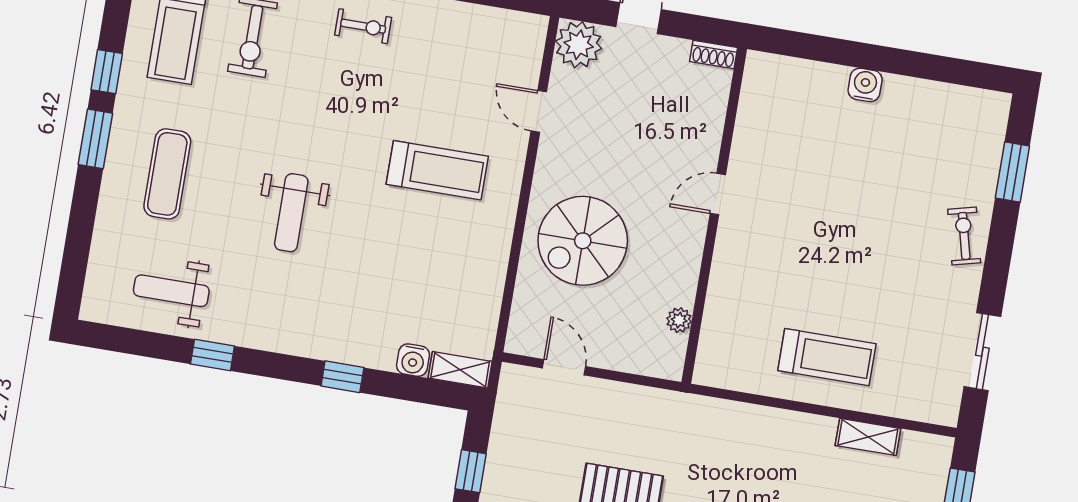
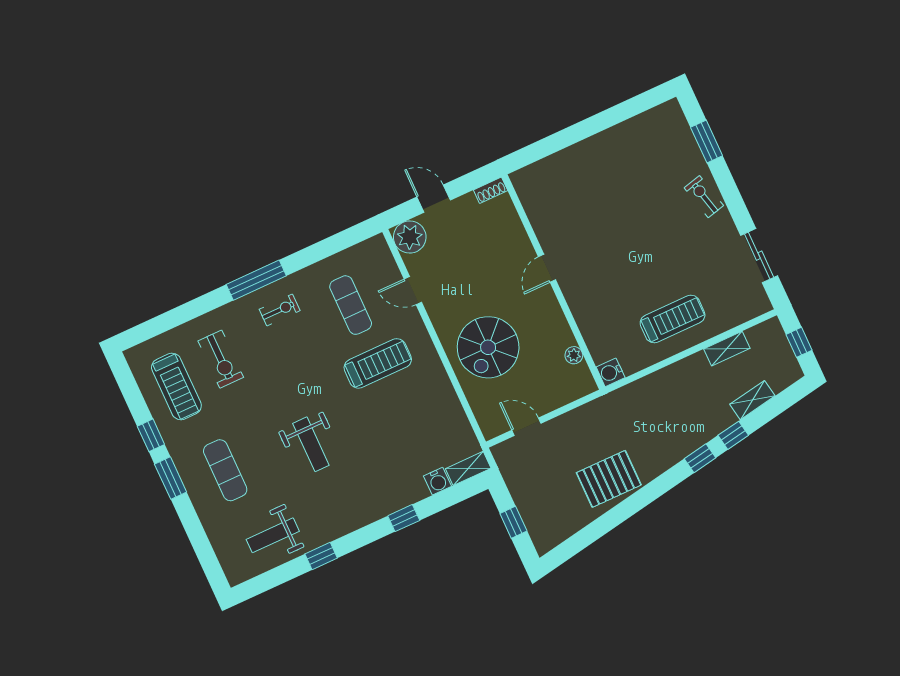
exercise mat: (452, 78) -> (351, 305), added
water cooler: (865, 85) -> (611, 372), moved, turned -90

